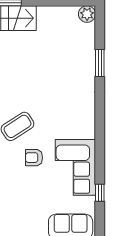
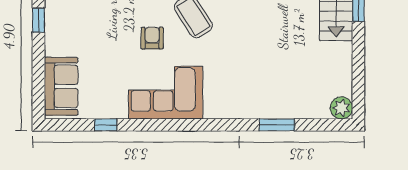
corner sofa: (75, 167) -> (166, 93), moved

